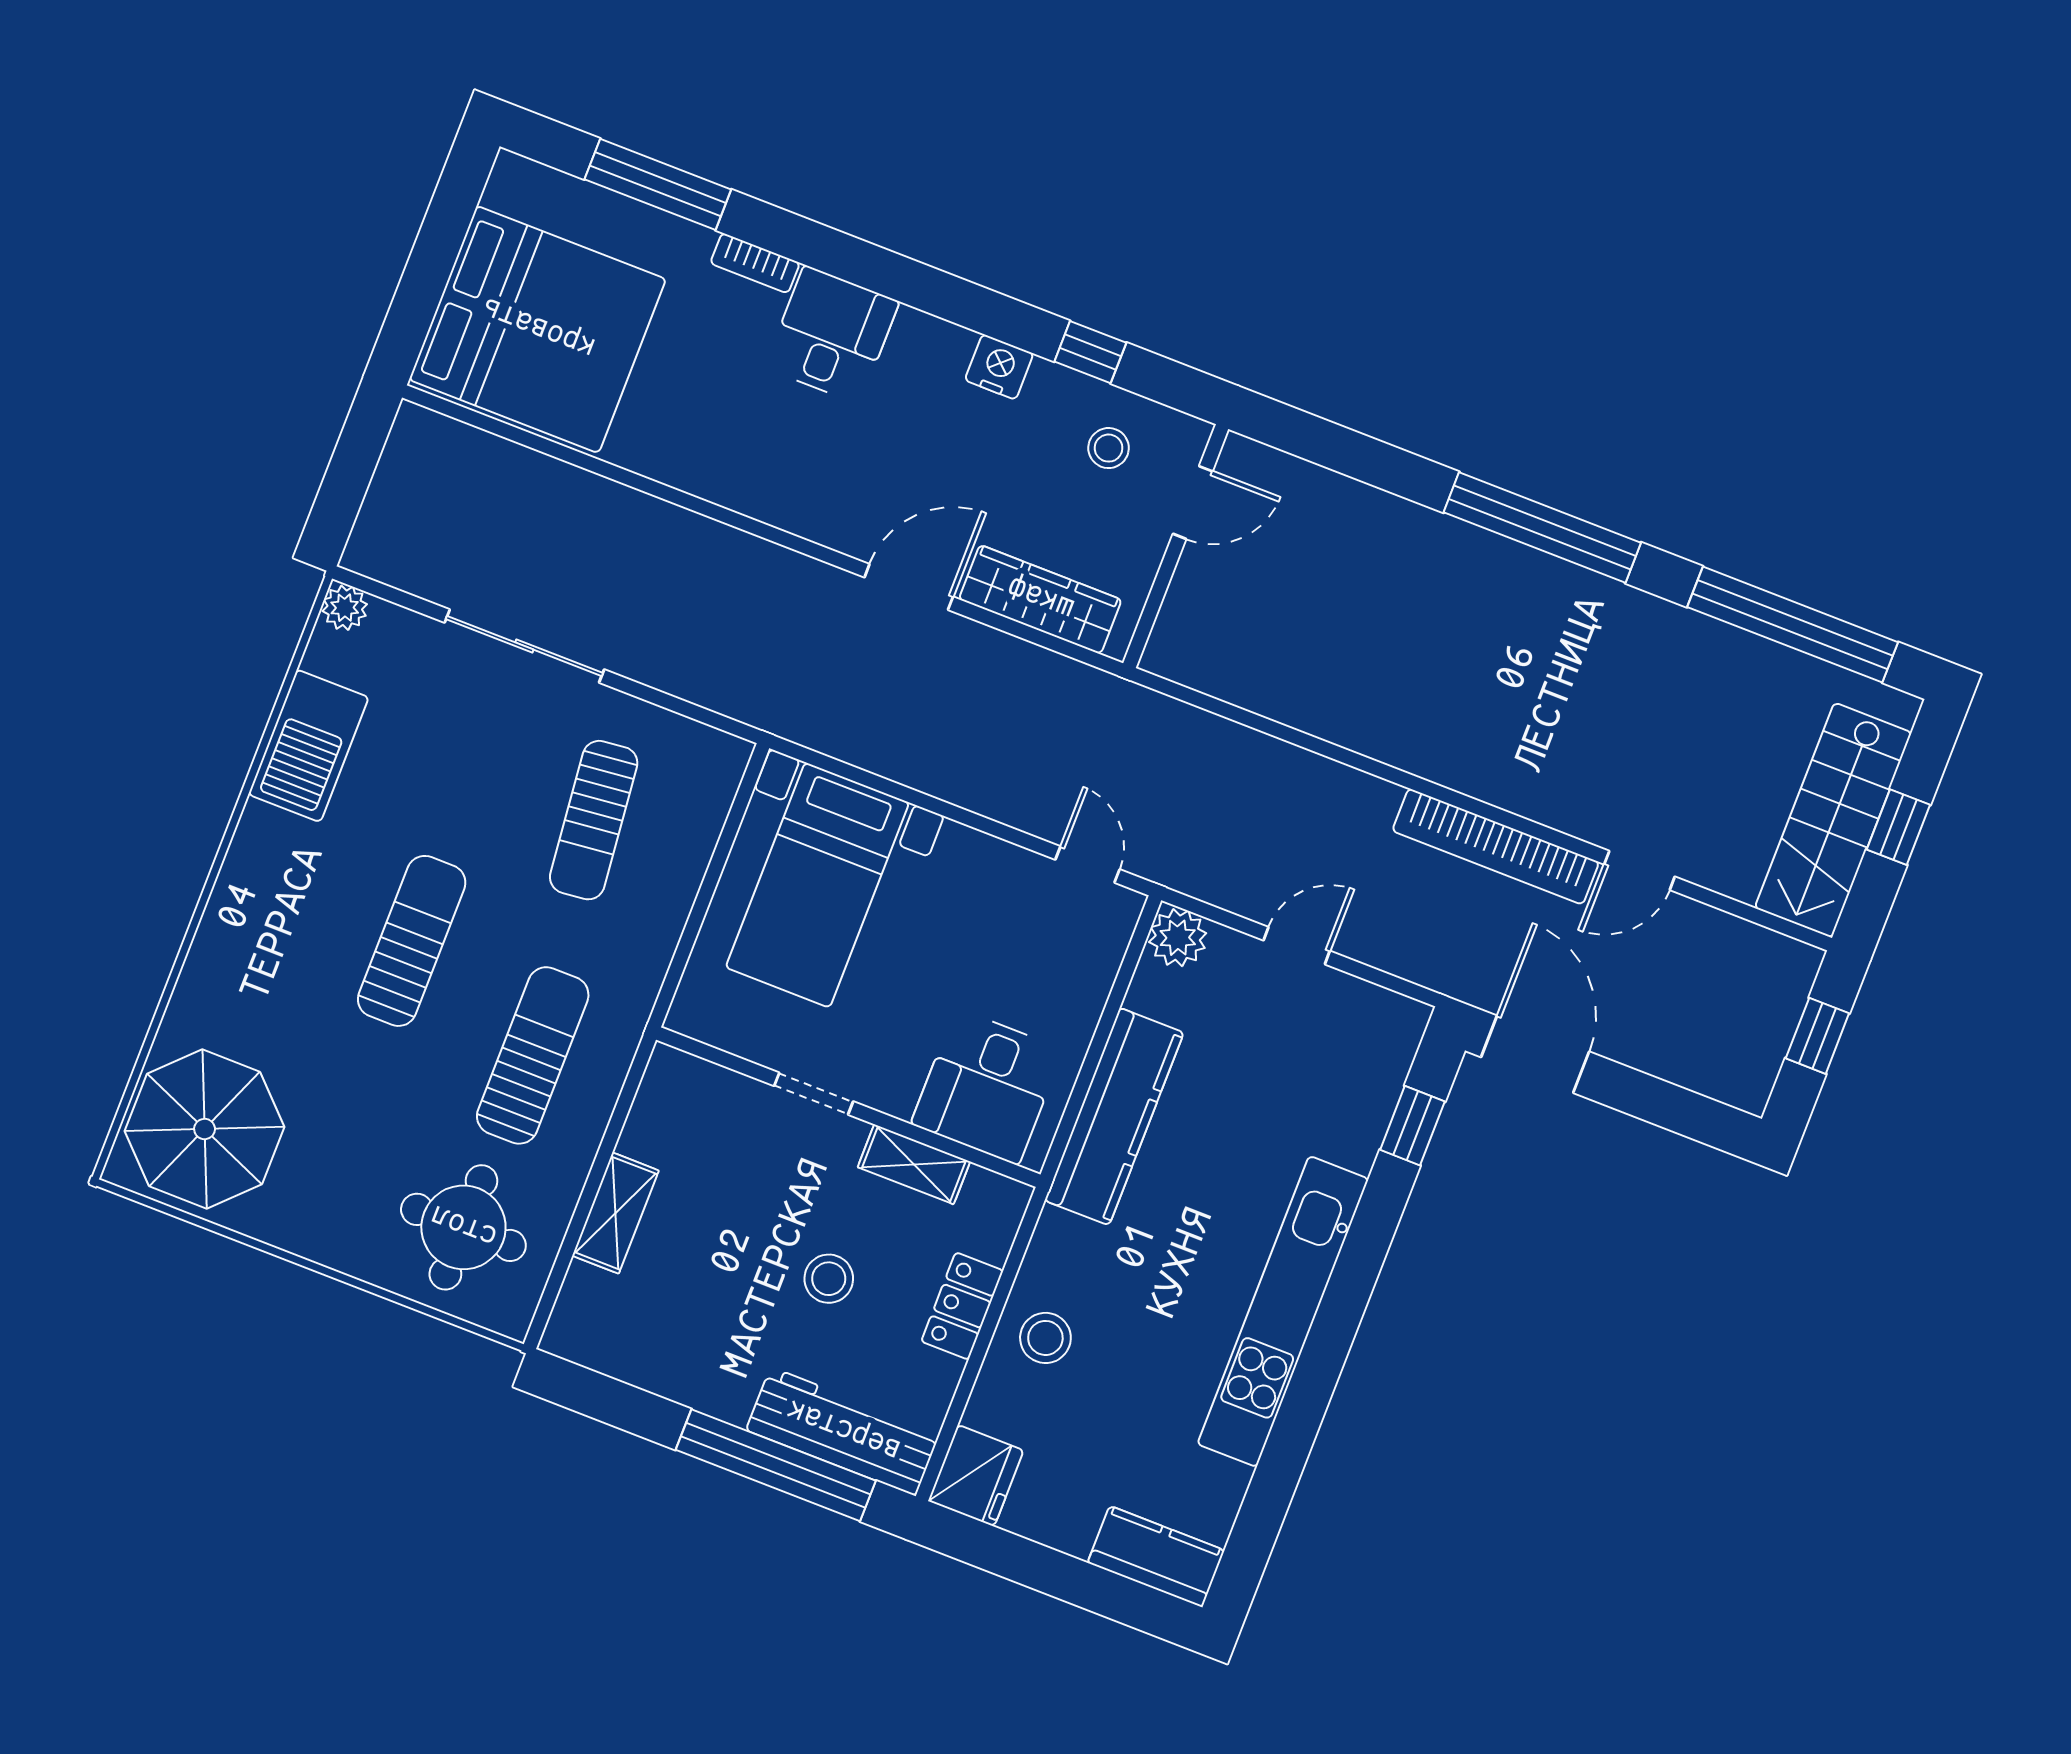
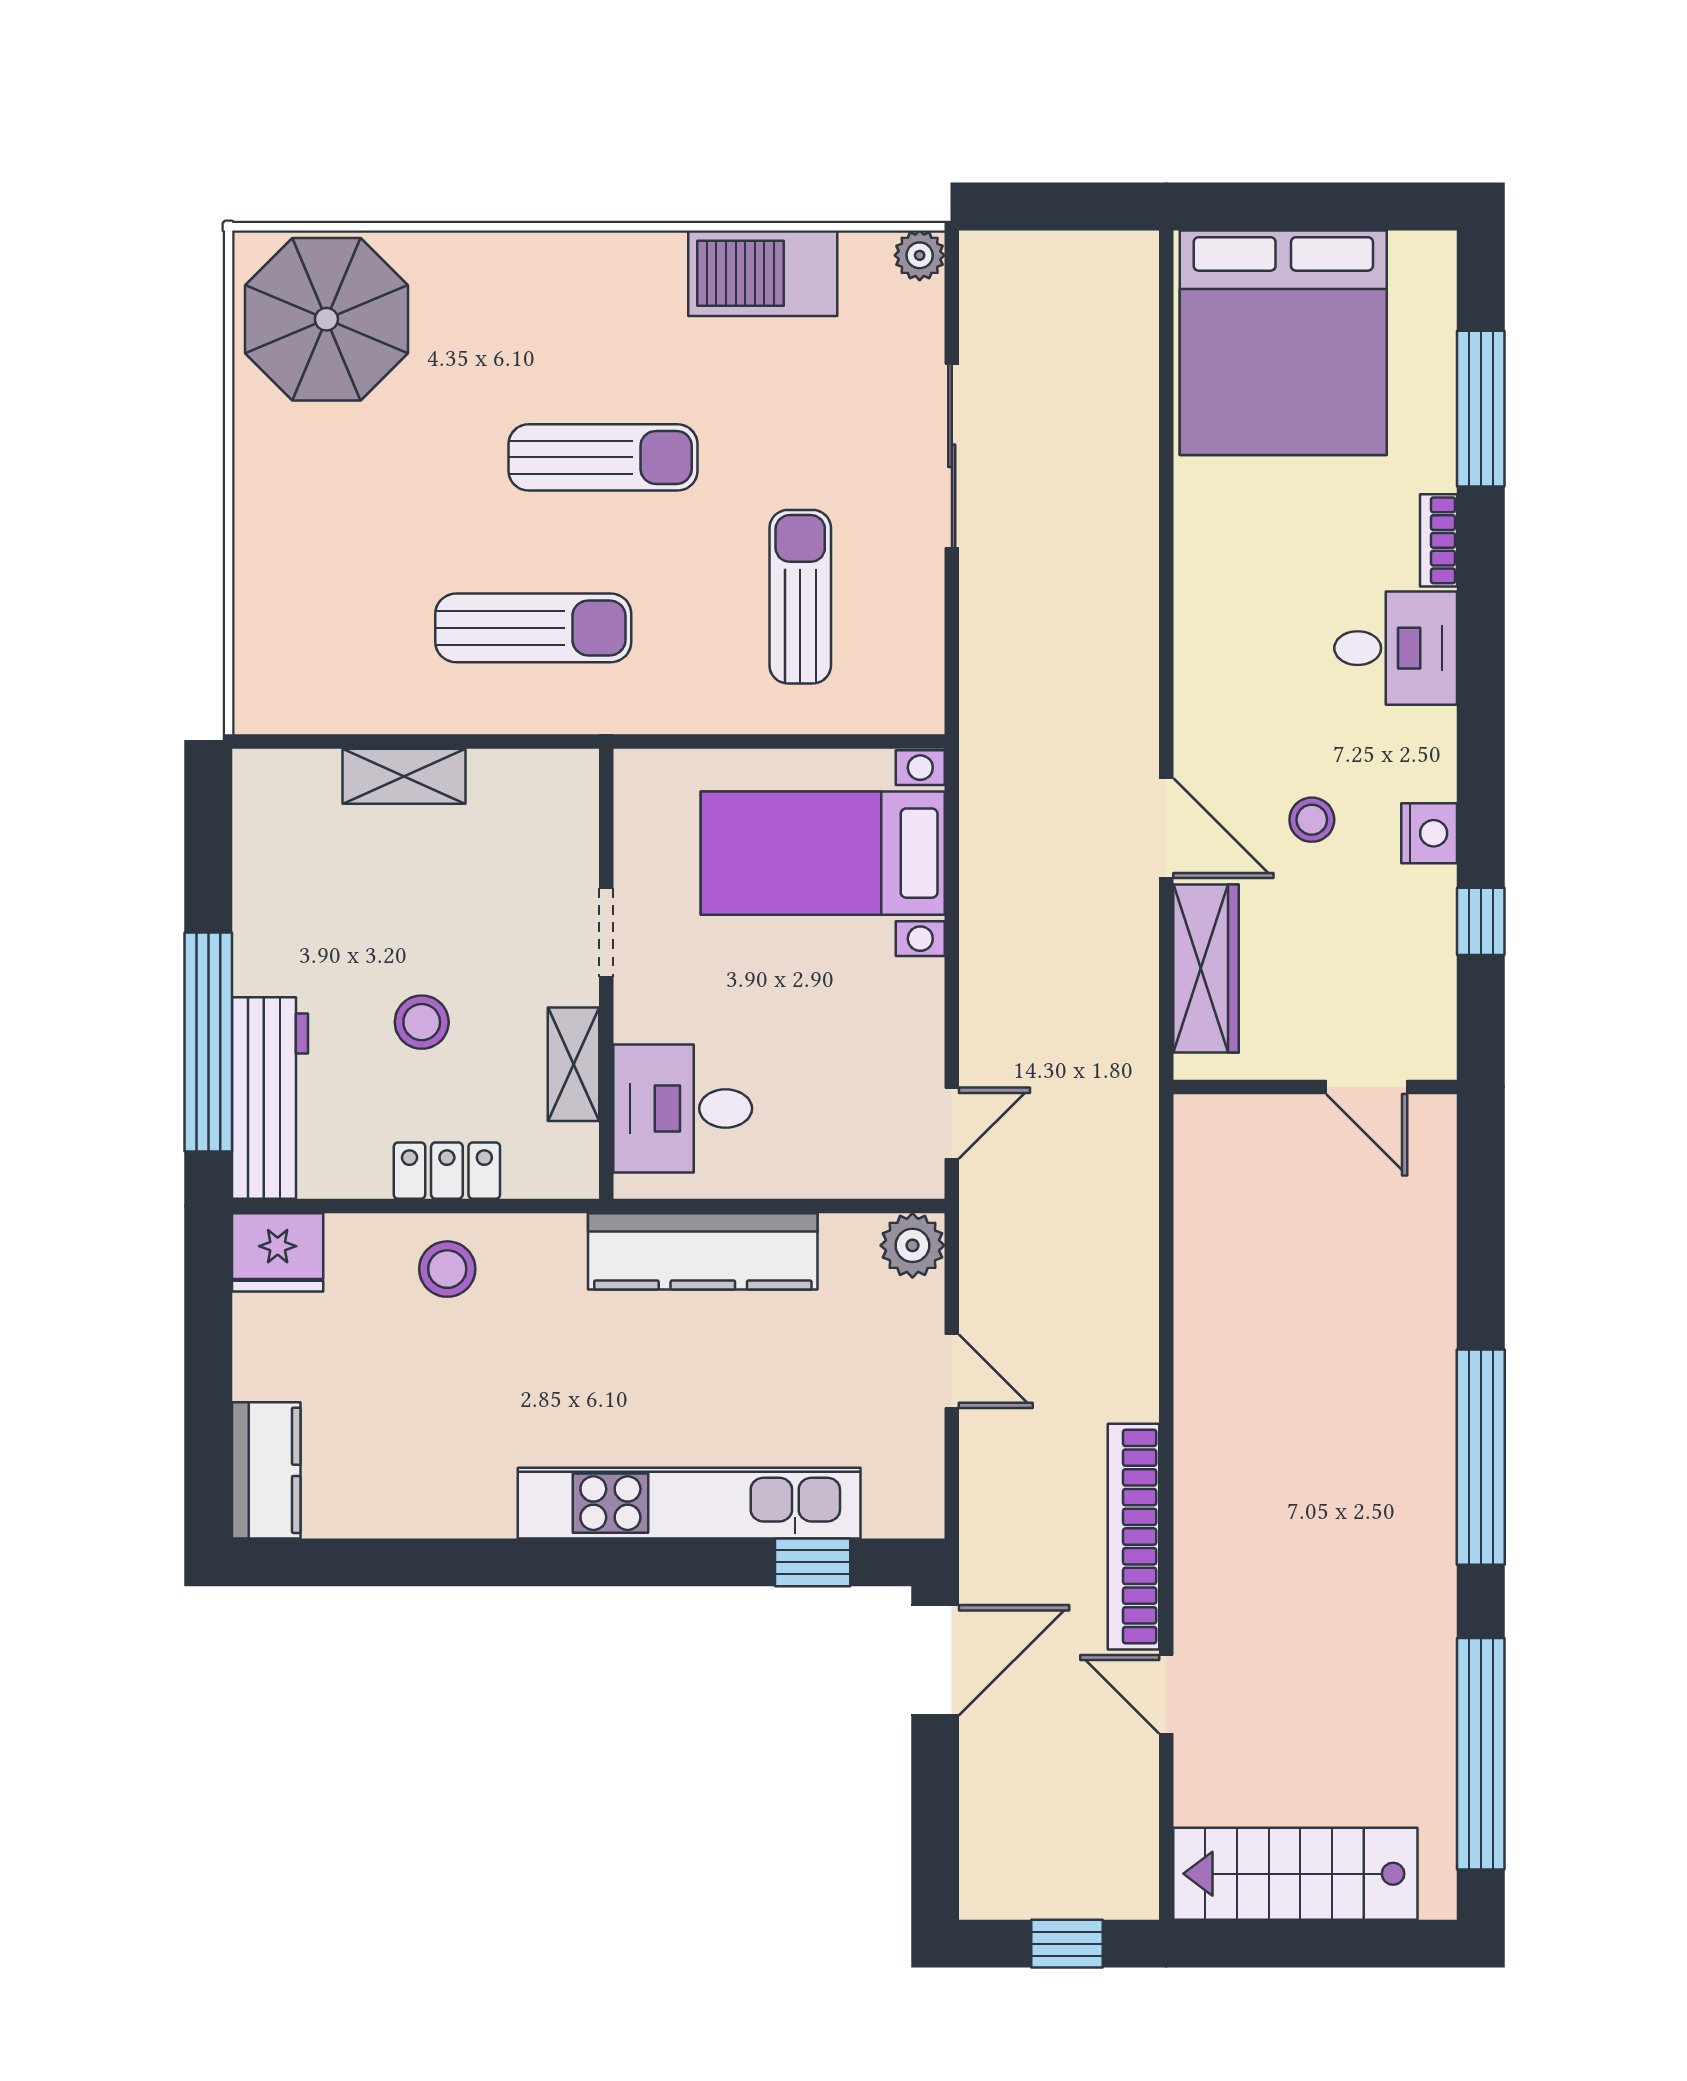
stool: (1109, 448) -> (1312, 820), moved
sun lounger: (594, 820) -> (800, 597), turned 96
window: (1898, 827) -> (1314, 1944), removed
round table: (463, 1227) -> (329, 625), removed
kitchen unit: (1283, 1311) -> (689, 1503), moved

